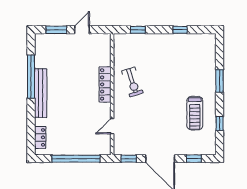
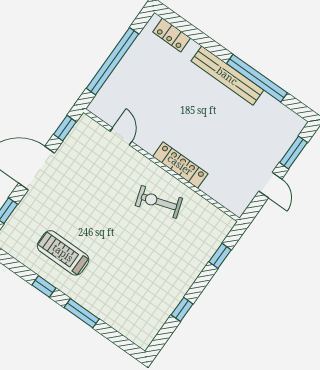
window: (220, 123) -> (44, 286), moved

